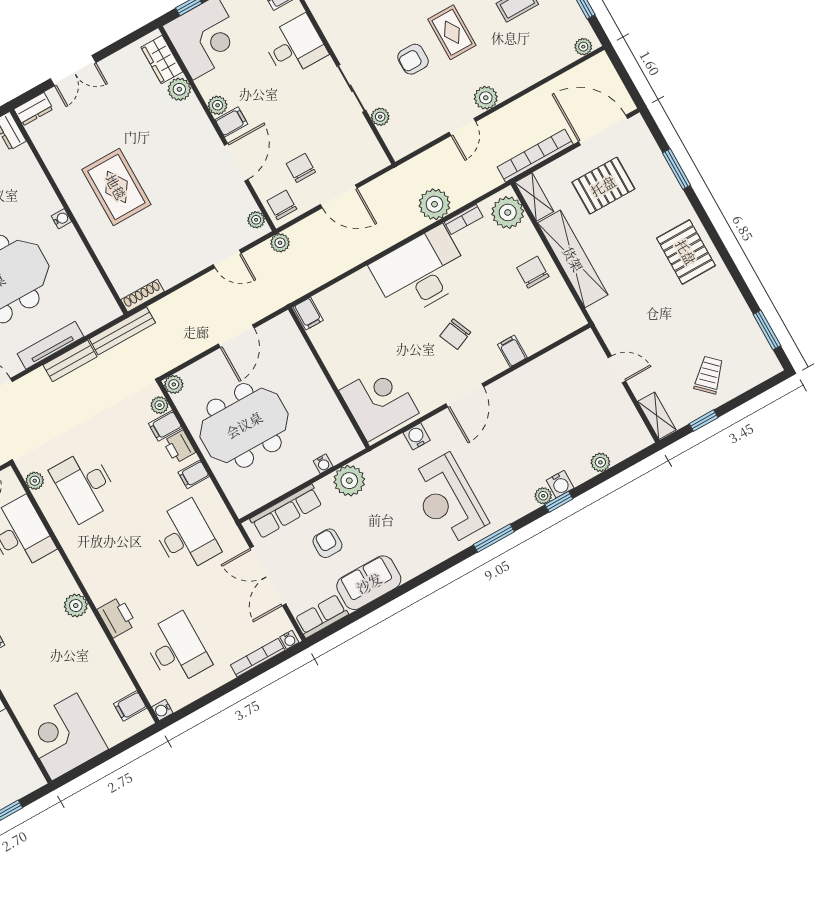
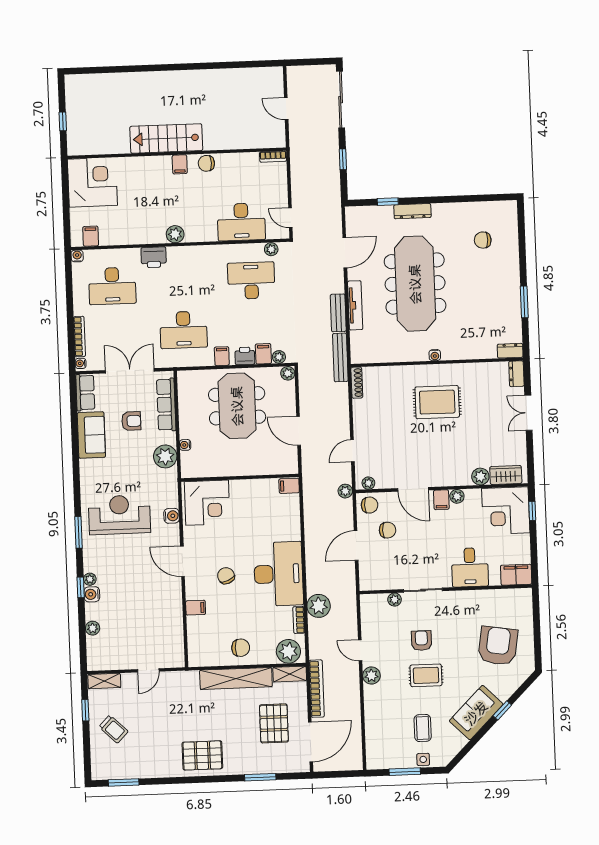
plant: (583, 47) -> (372, 757), removed

